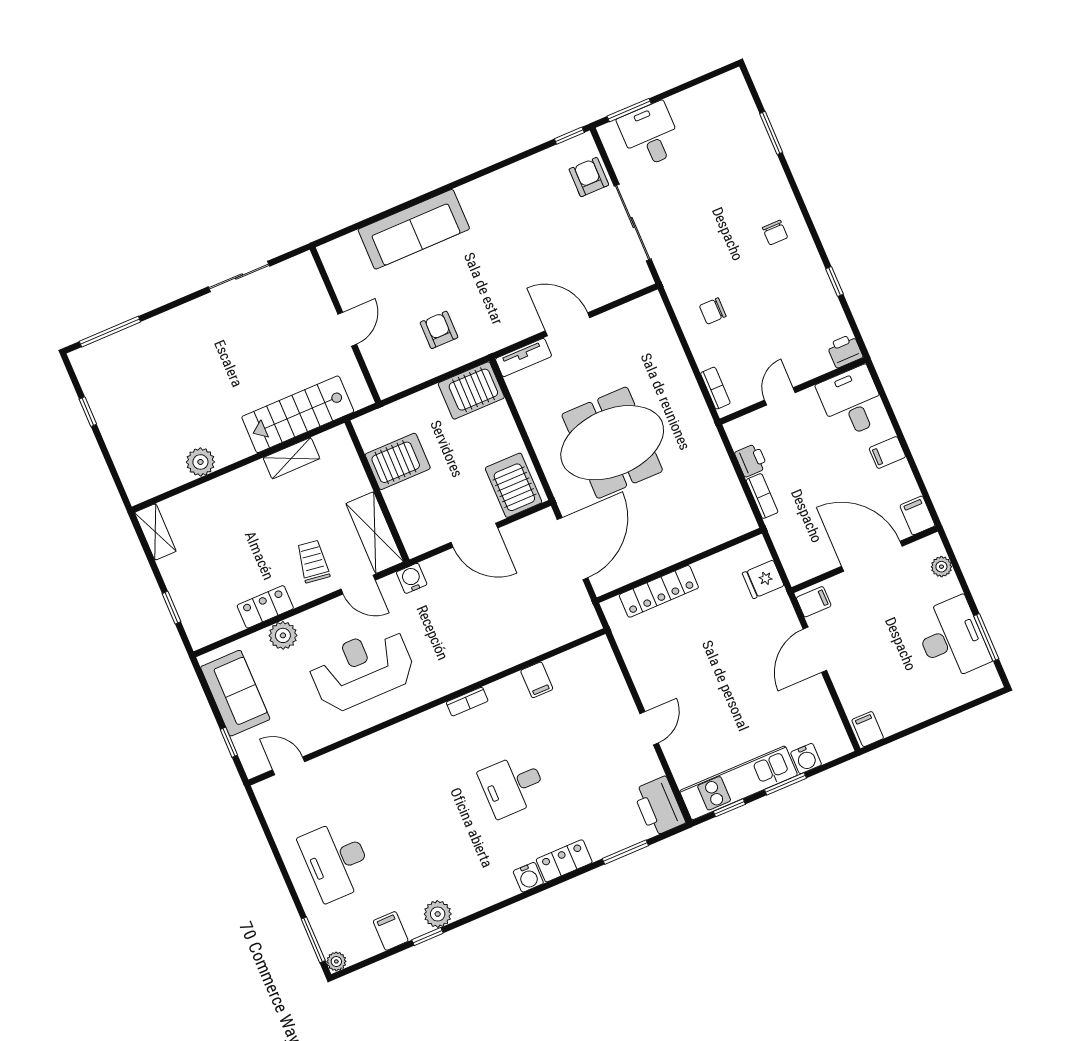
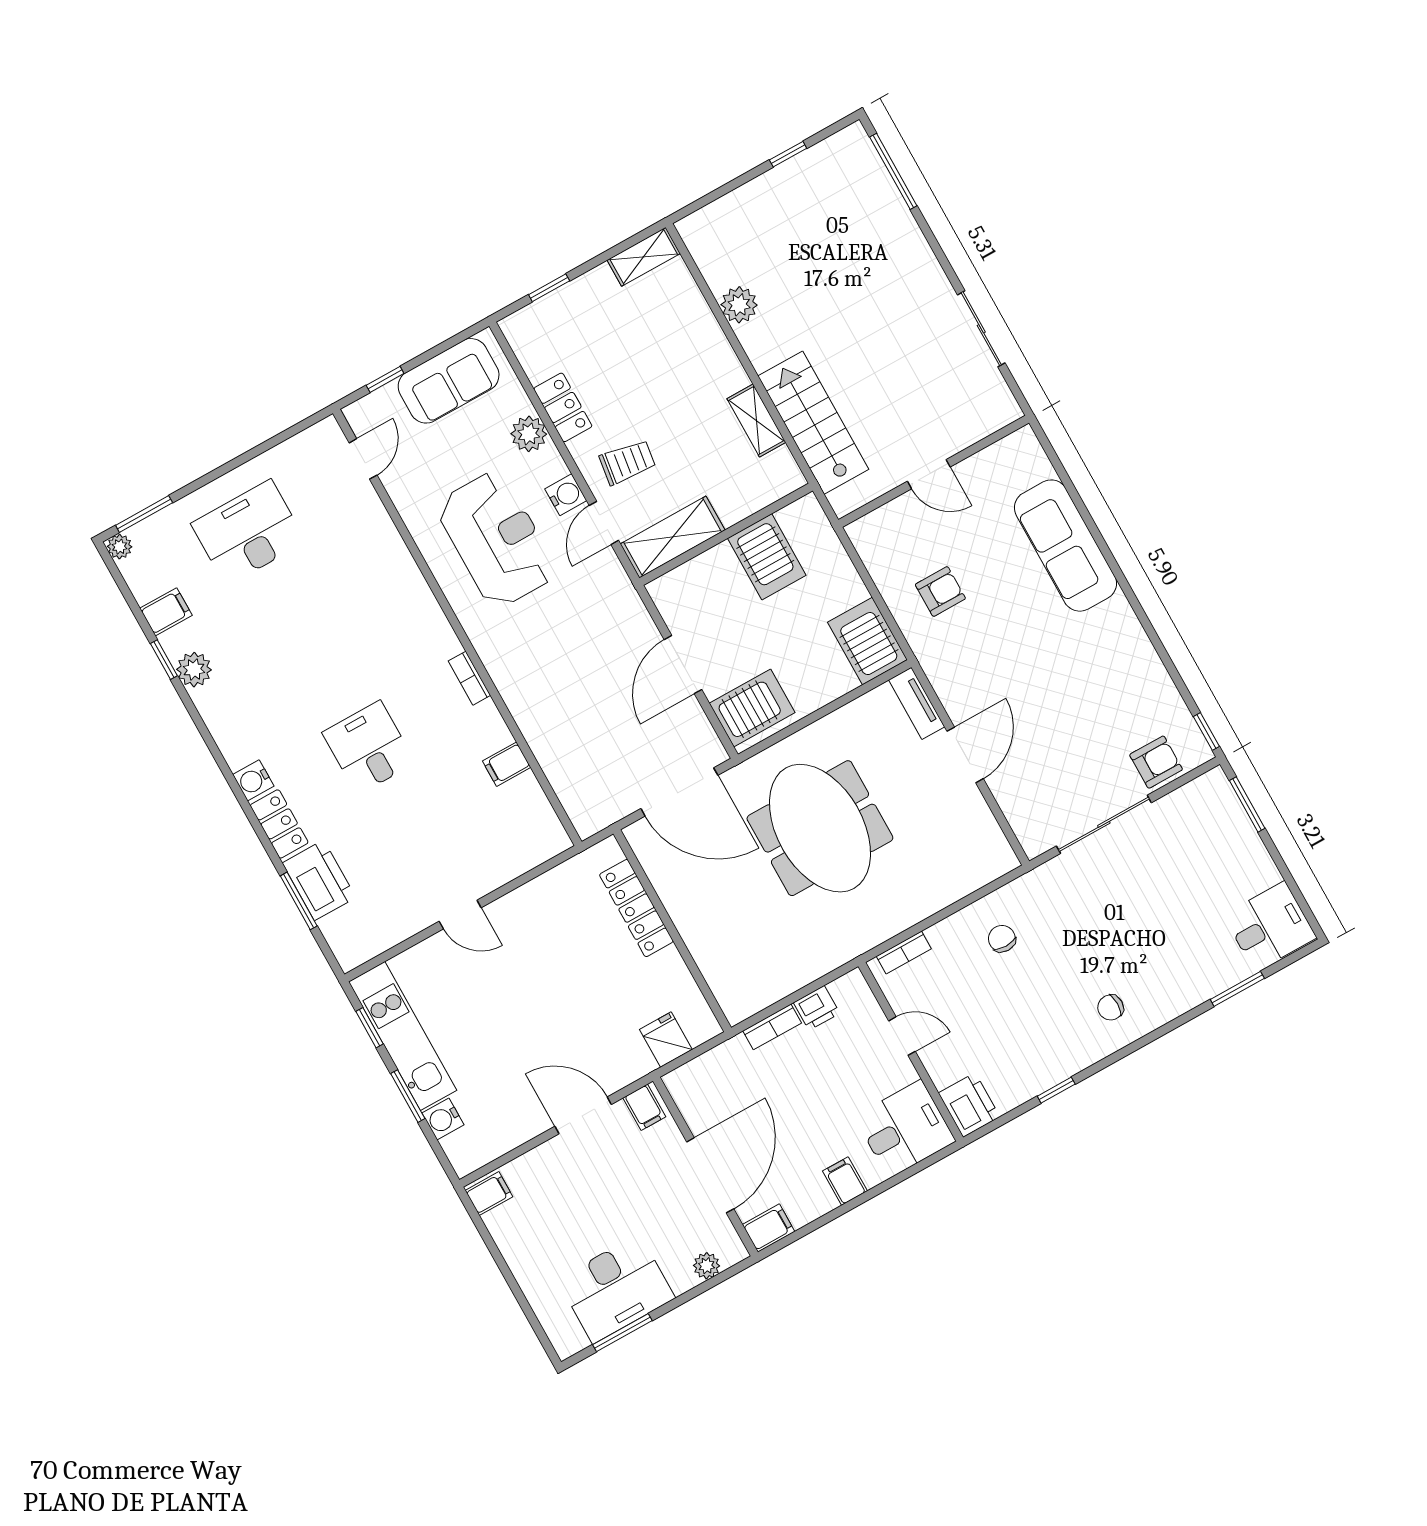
desk: (650, 135) -> (1270, 926), moved
printer: (845, 351) -> (969, 1105), width x1.36, depth x1.24
water cooler: (412, 578) -> (566, 495), moved
printer: (659, 806) -> (319, 880), moved, turned 90

